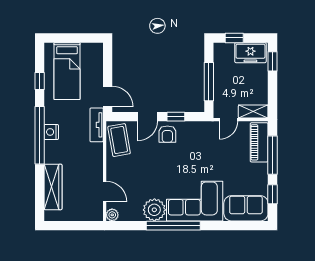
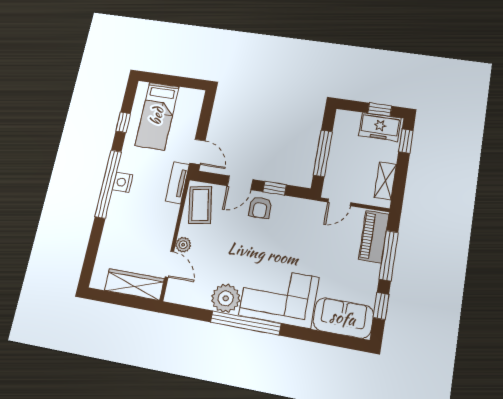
window: (234, 38) -> (380, 110), moved
shelving: (253, 112) -> (385, 181), moved, turned 90
wardrobe: (53, 187) -> (134, 284), moved, turned -90
plant: (112, 215) -> (183, 245), moved

